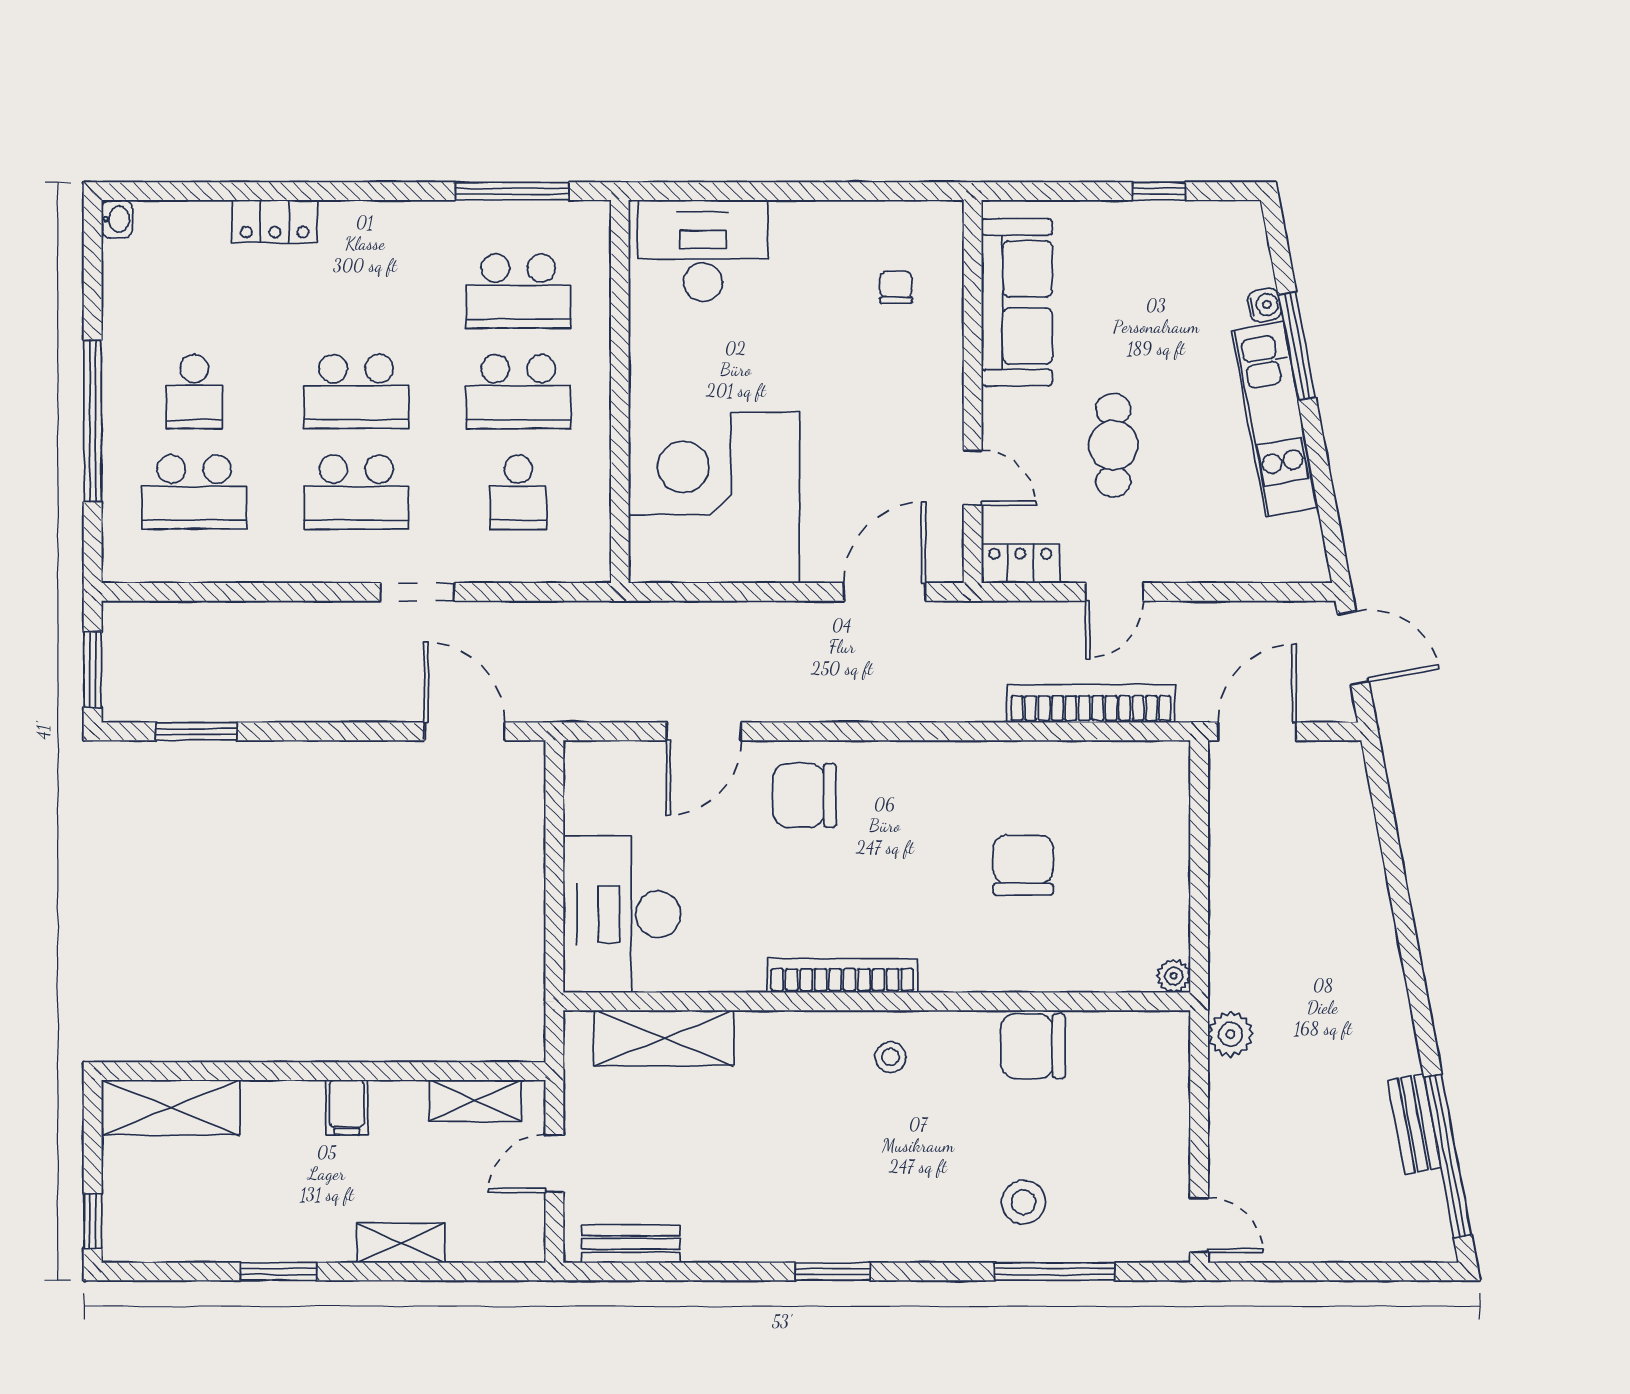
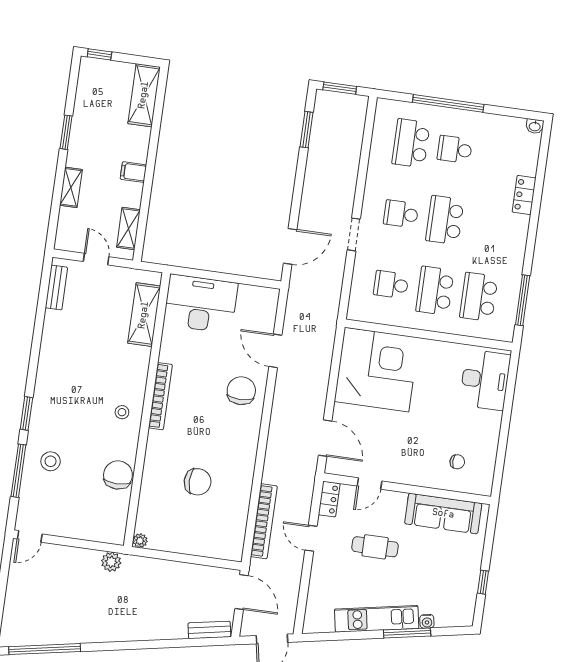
school desk: (356, 492) -> (401, 214), width x0.54
bench: (1414, 1124) -> (209, 630), moved
window: (832, 1271) -> (26, 413), moved

